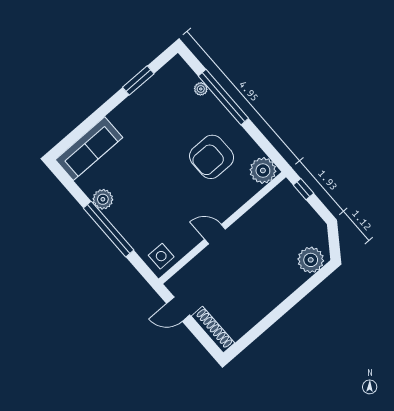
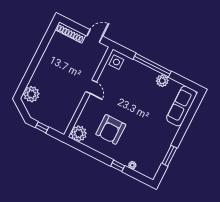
window: (223, 97) -> (118, 166), width x0.32
armchair: (212, 157) -> (111, 129), turned 180
window: (303, 189) -> (42, 127), moved
door: (215, 234) -> (91, 87), hinge flipped

